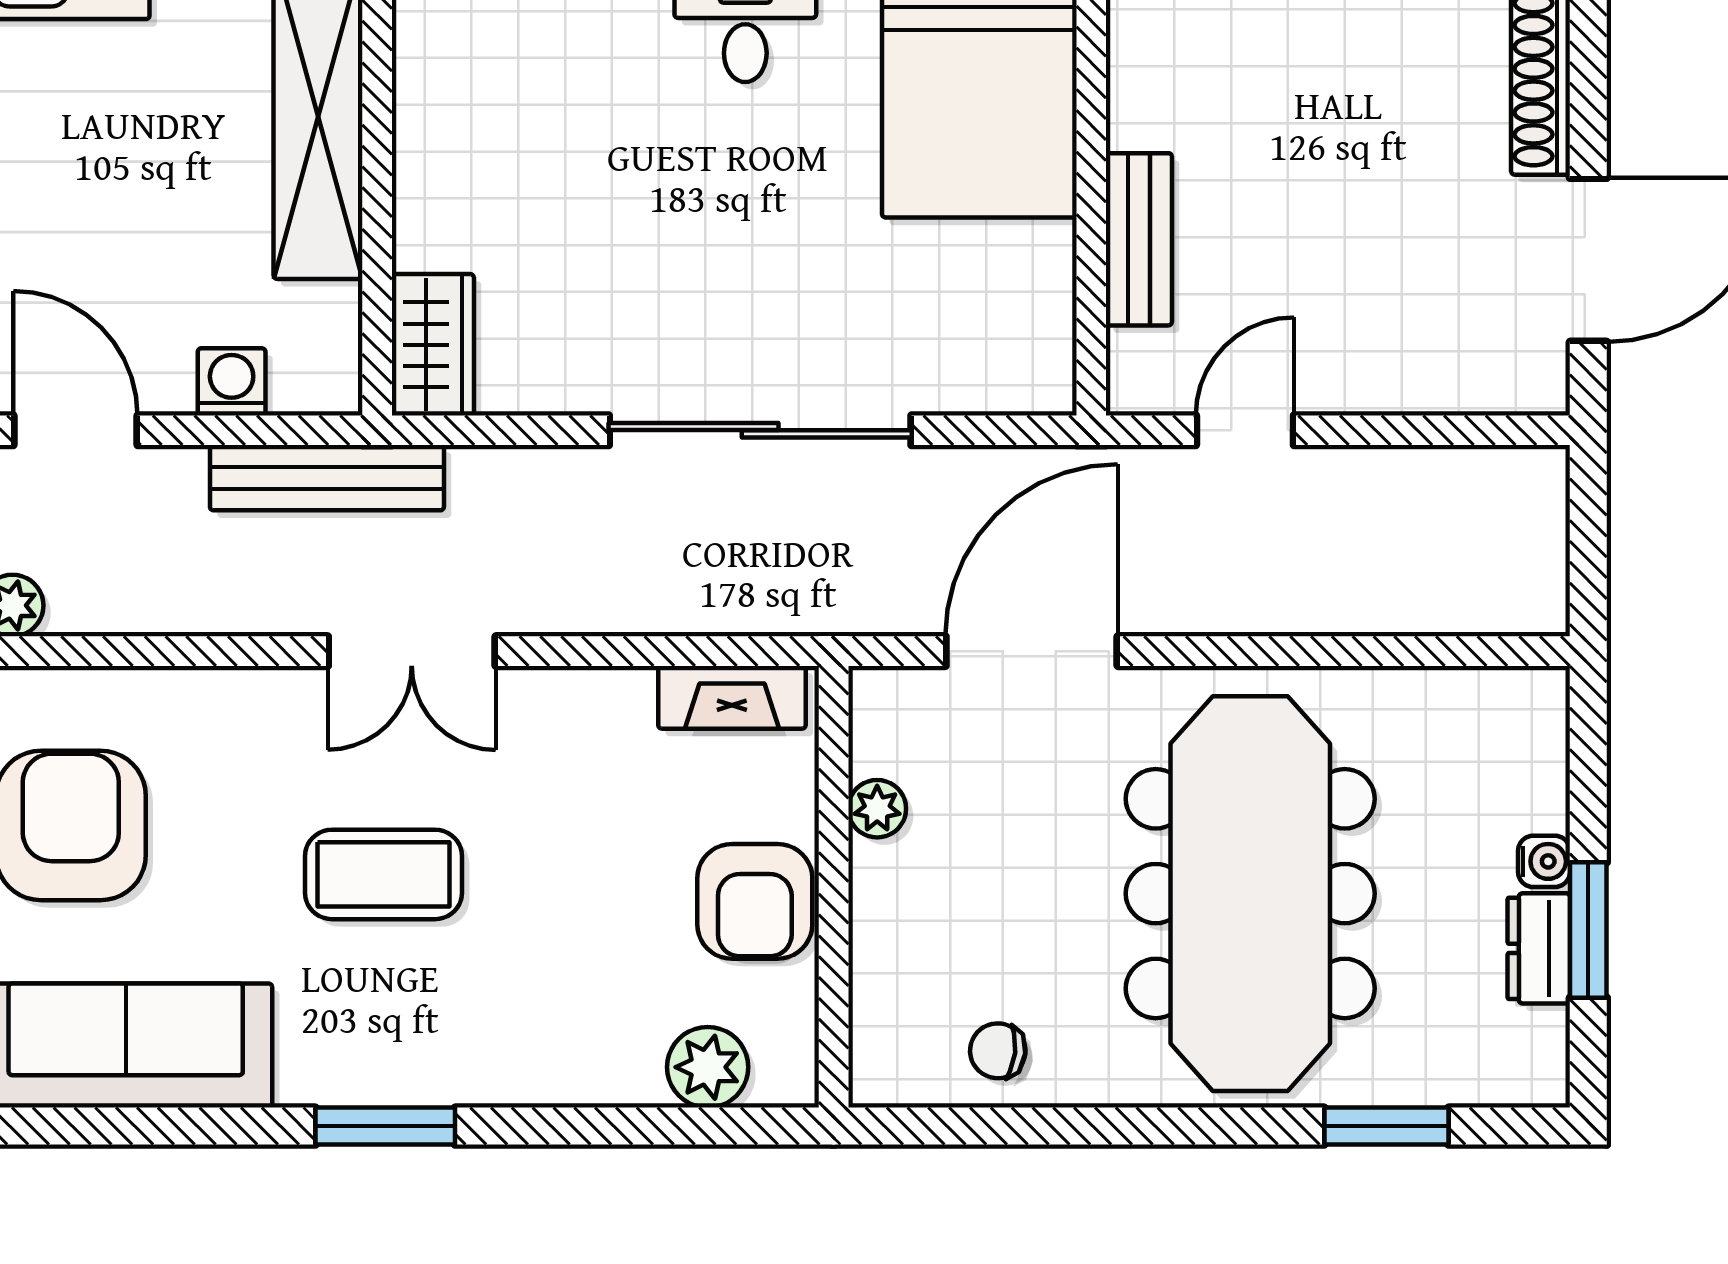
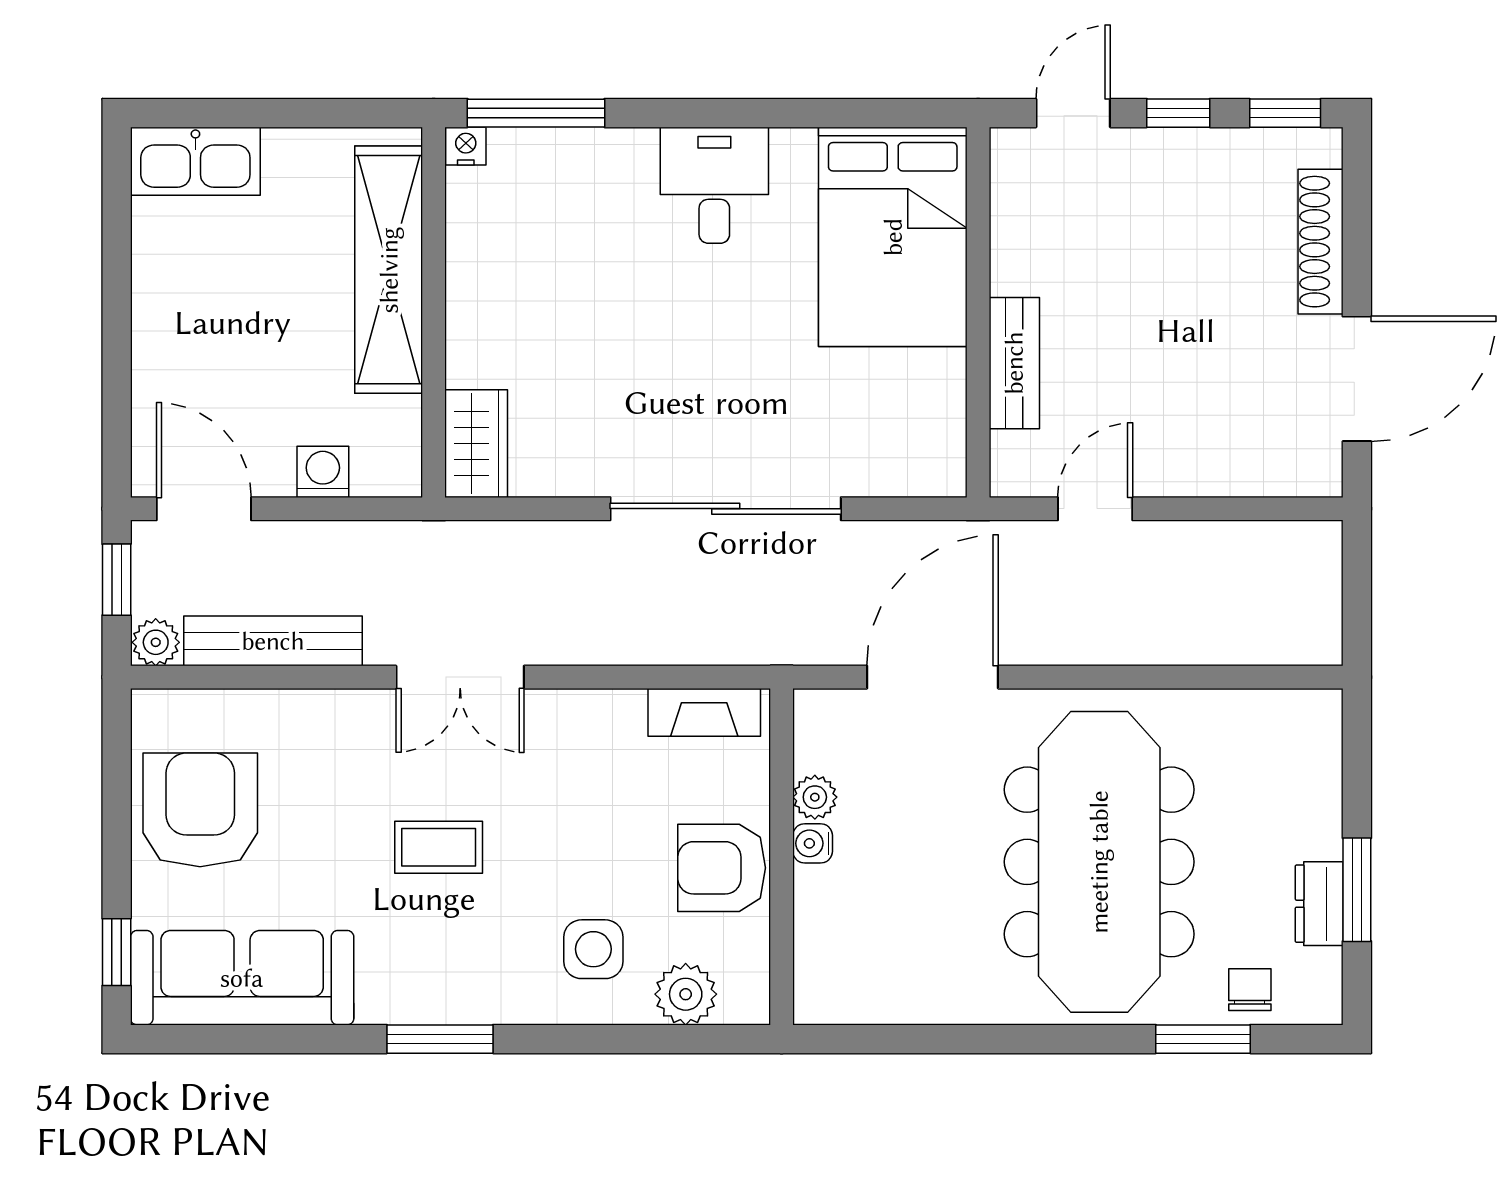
bench: (327, 478) -> (273, 641), moved
water cooler: (1544, 861) -> (813, 843), moved, turned 180
coffee table: (383, 874) -> (439, 847), width x0.73, depth x0.77
armchair: (755, 901) -> (722, 868), turned 90
side table: (587, 1008) -> (593, 949), added
chair: (998, 1051) -> (1250, 990), moved, turned 84

